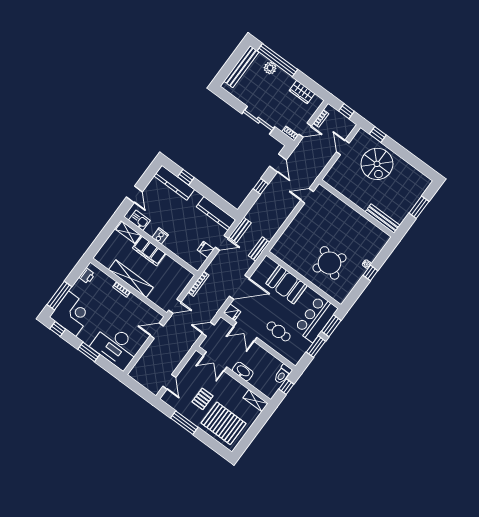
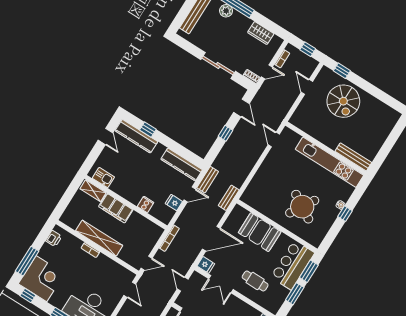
door: (134, 194) -> (106, 136), moved
door: (307, 196) -> (274, 139), hinge flipped
window: (419, 207) -> (390, 142), removed
kitchen unit: (359, 222) -> (329, 162), added
cooker: (160, 236) -> (146, 204), moved
door: (208, 329) -> (183, 284), hinge flipped
door: (157, 331) -> (130, 290), swing flipped

